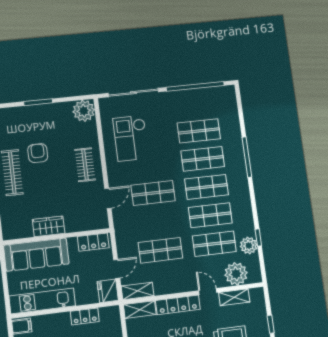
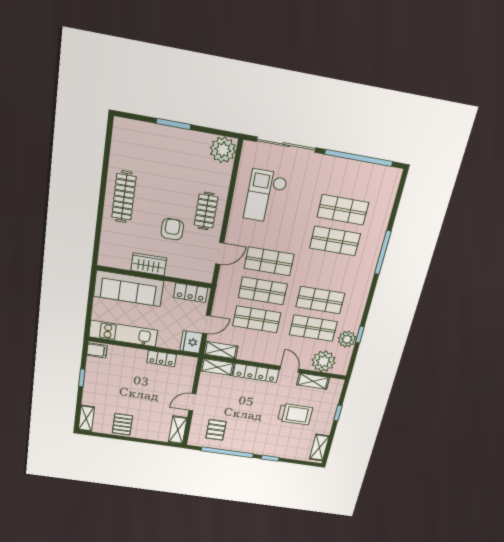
armchair: (38, 153) -> (172, 229), moved
shop shelf: (206, 187) -> (263, 291), moved

